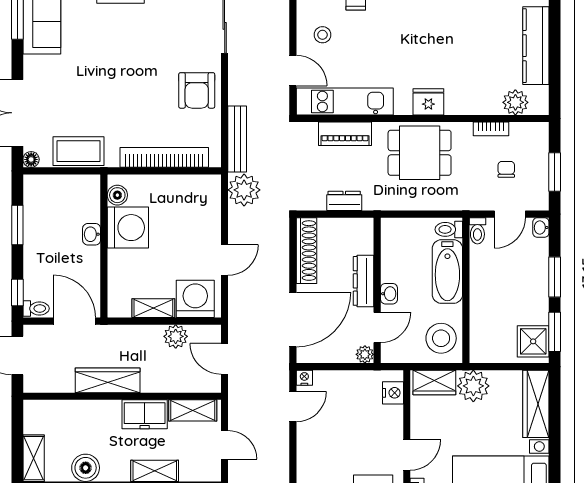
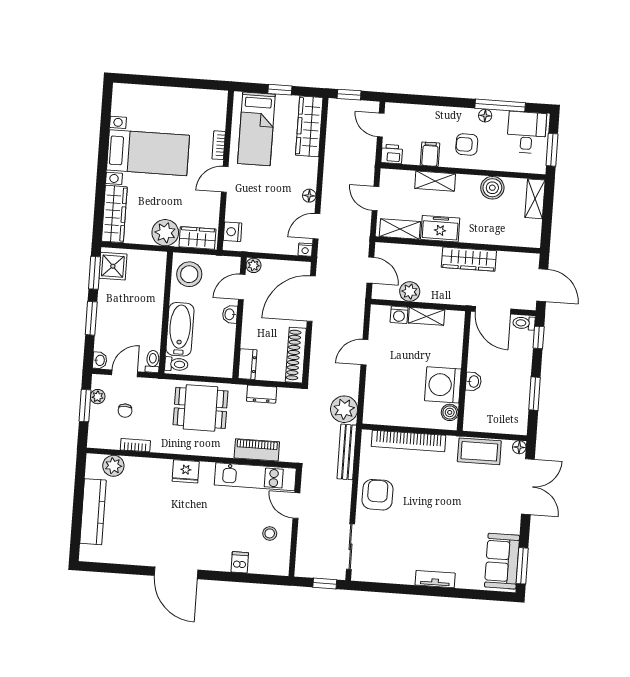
dining table: (420, 153) -> (201, 408), moved
plant: (540, 184) -> (98, 397), added
dresser: (364, 281) -> (248, 364), moved, width x0.70
washing machine: (195, 299) -> (399, 315), width x0.53, depth x0.53
floor lamp: (304, 443) -> (309, 196), added

